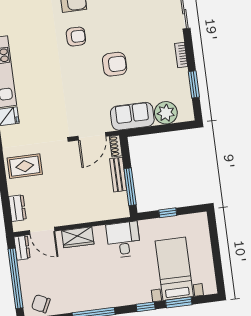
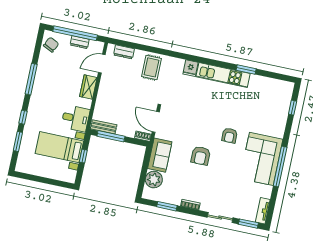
bench: (118, 175) -> (104, 127), moved
dresser: (22, 248) -> (80, 42), moved
bed with nightstands: (174, 269) -> (59, 147), moved, turned 180

